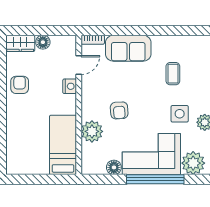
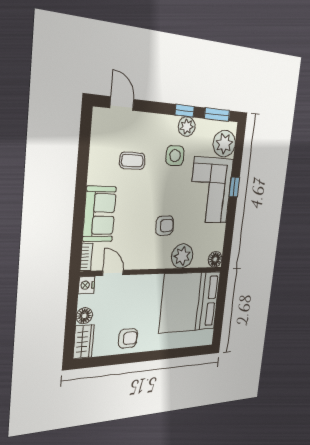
armchair: (20, 85) -> (128, 338), turned 180
nightstand: (70, 86) -> (86, 285), moved, turned -90
bed: (63, 145) -> (190, 302), width x2.04
floor lamp: (114, 167) -> (215, 259), moved
window: (155, 179) -> (234, 187), width x0.32

